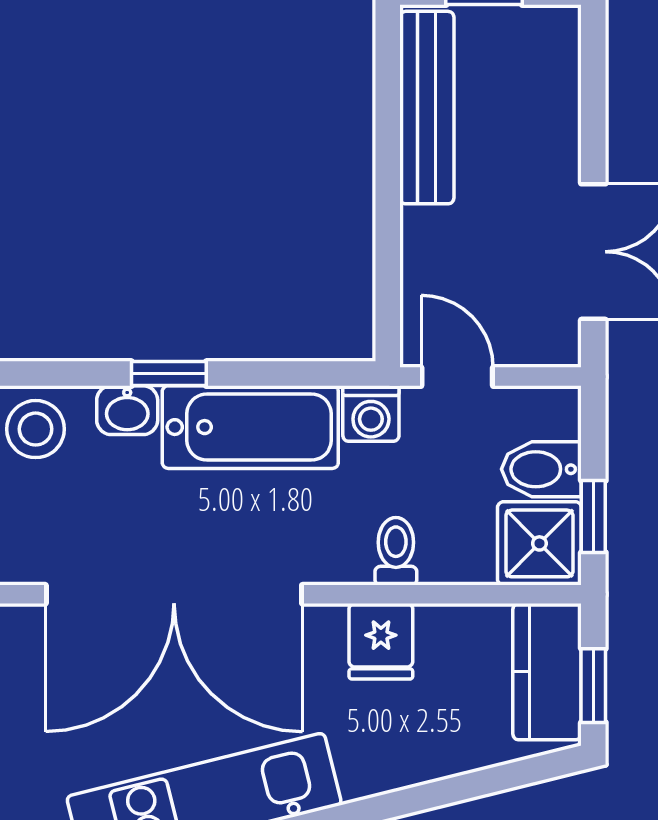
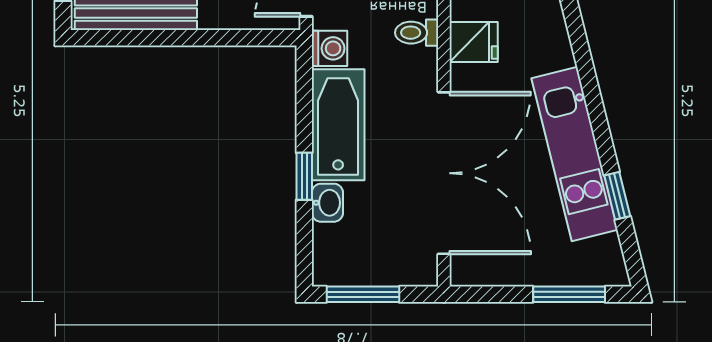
stool: (36, 429) -> (339, 261), removed

